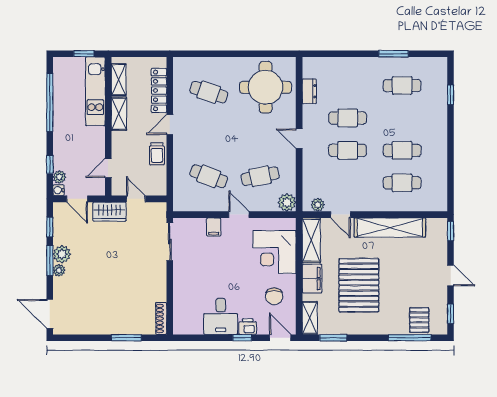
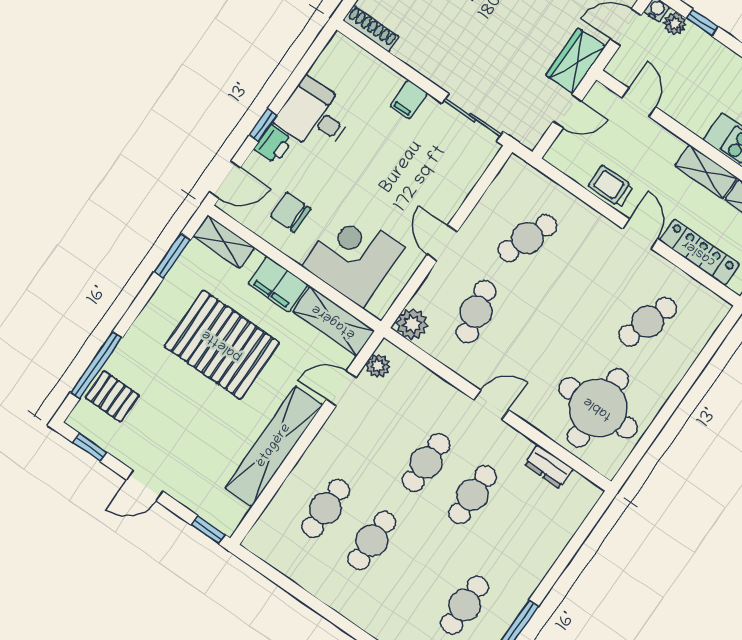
door: (239, 215) -> (442, 243), swing flipped
filing cabinet: (214, 227) -> (409, 99), moved, turned -90

